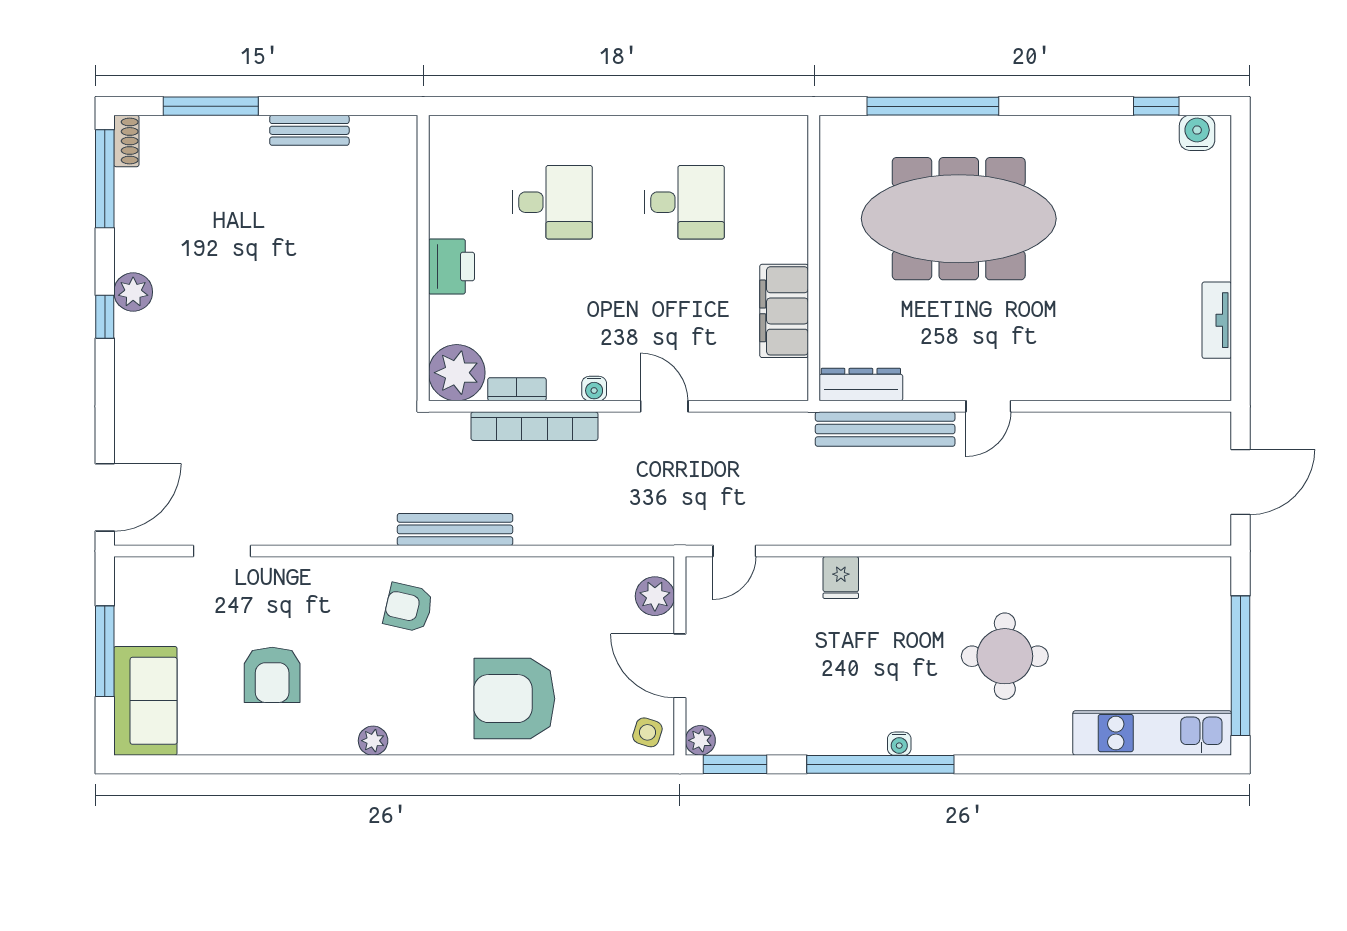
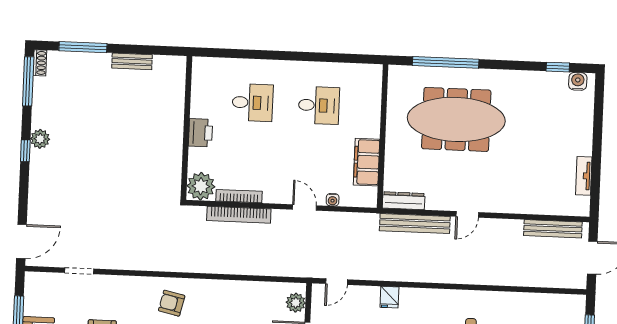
bookcase: (517, 389) -> (239, 196), width x1.56
water cooler: (594, 389) -> (333, 200), moved
bench: (455, 529) -> (553, 229), moved

